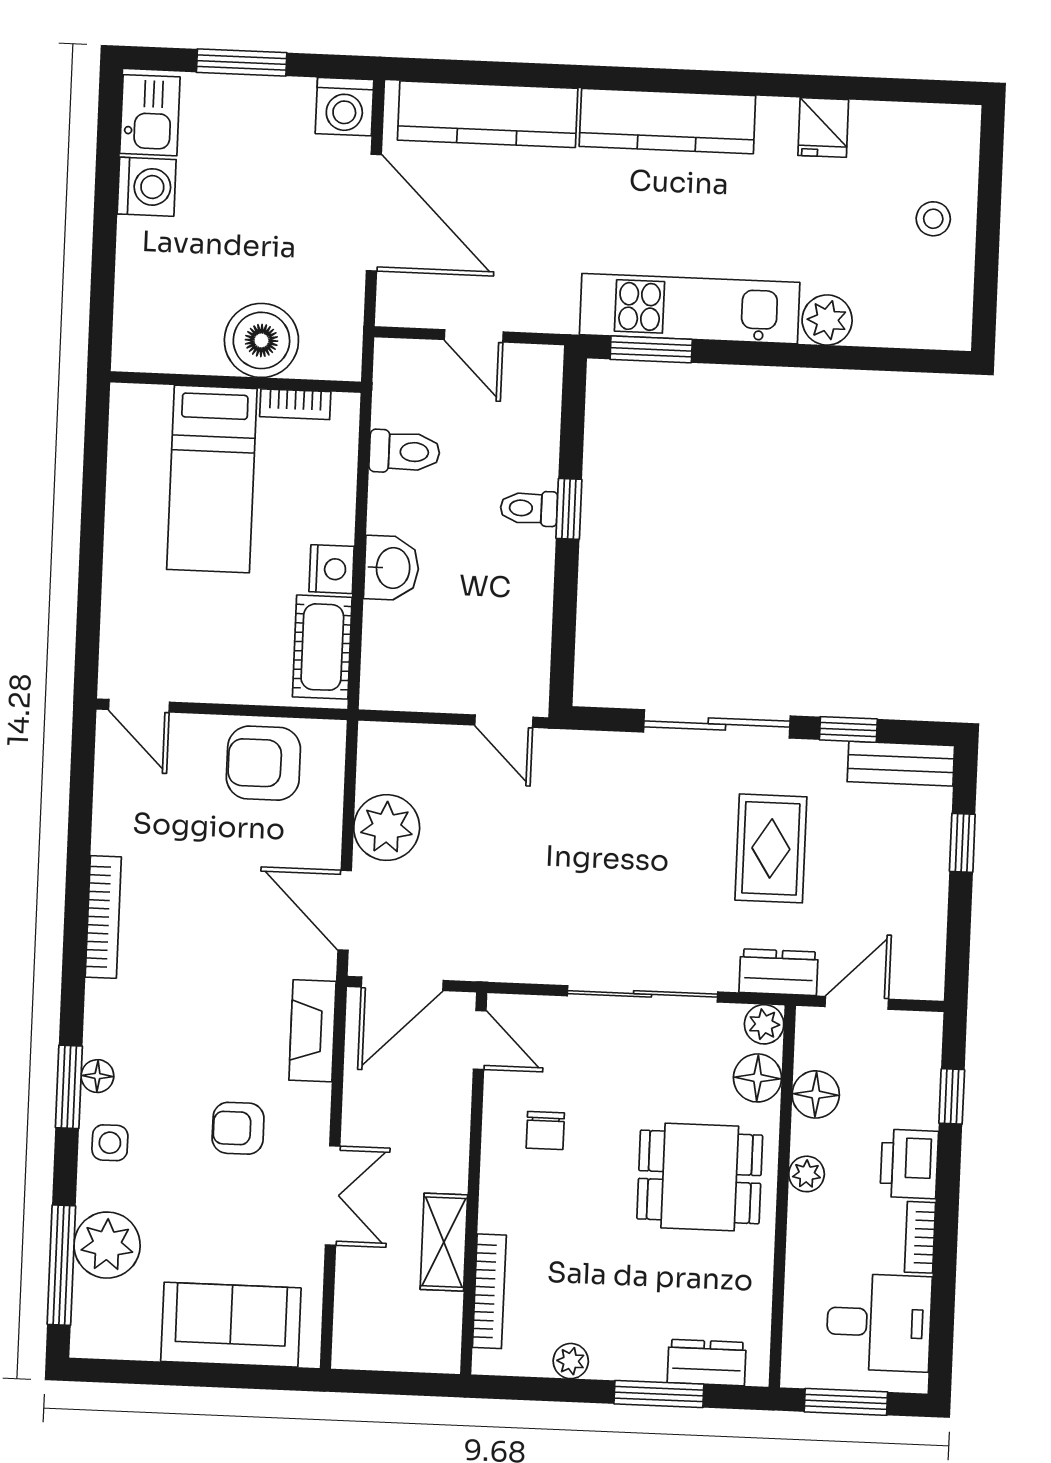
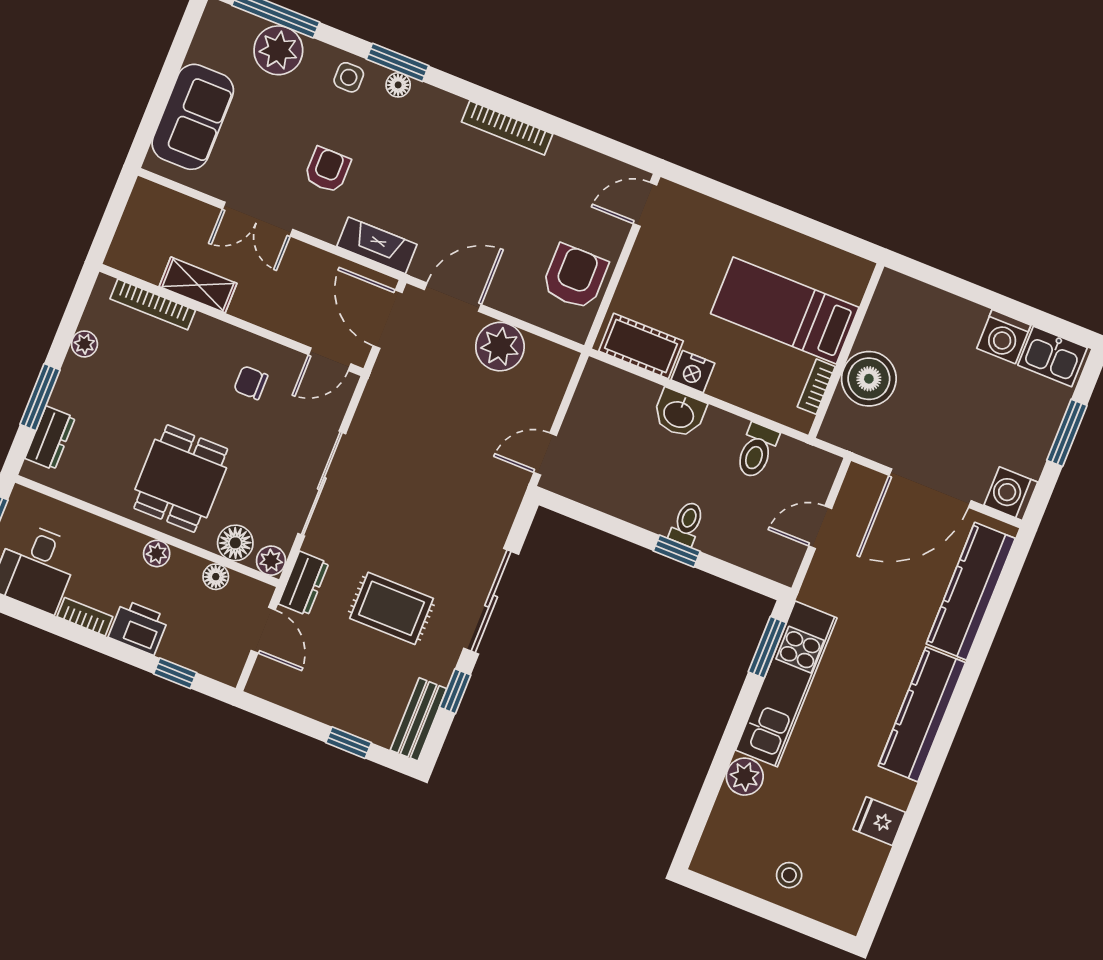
floor lamp: (816, 1094) -> (216, 577), width x0.73, depth x0.73

